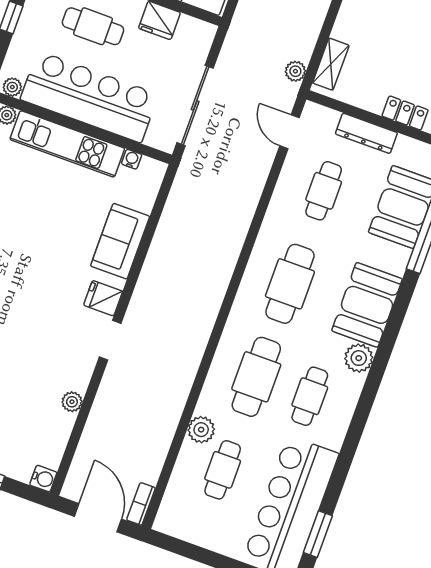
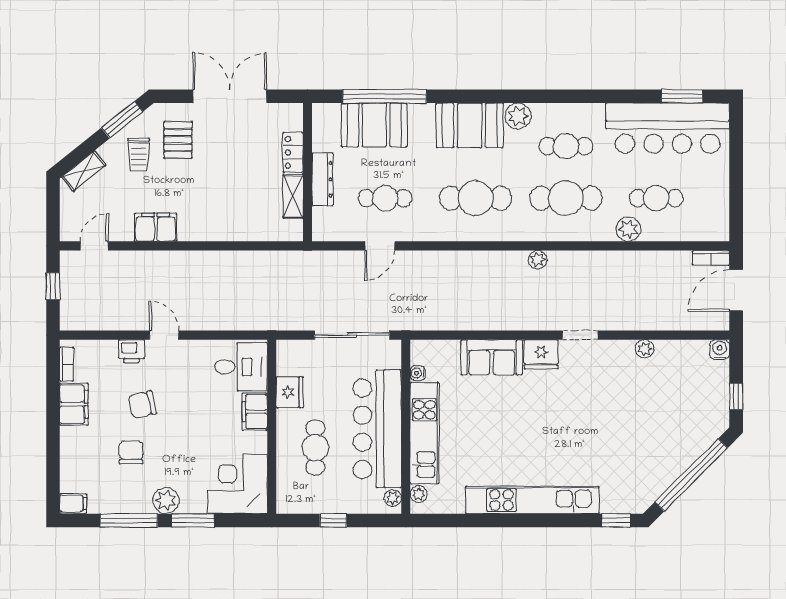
shelving: (331, 64) -> (293, 196), moved, turned 90
plant: (295, 71) -> (538, 260), moved
door: (289, 132) -> (380, 246), moved
fridge: (103, 298) -> (541, 354), width x1.38

